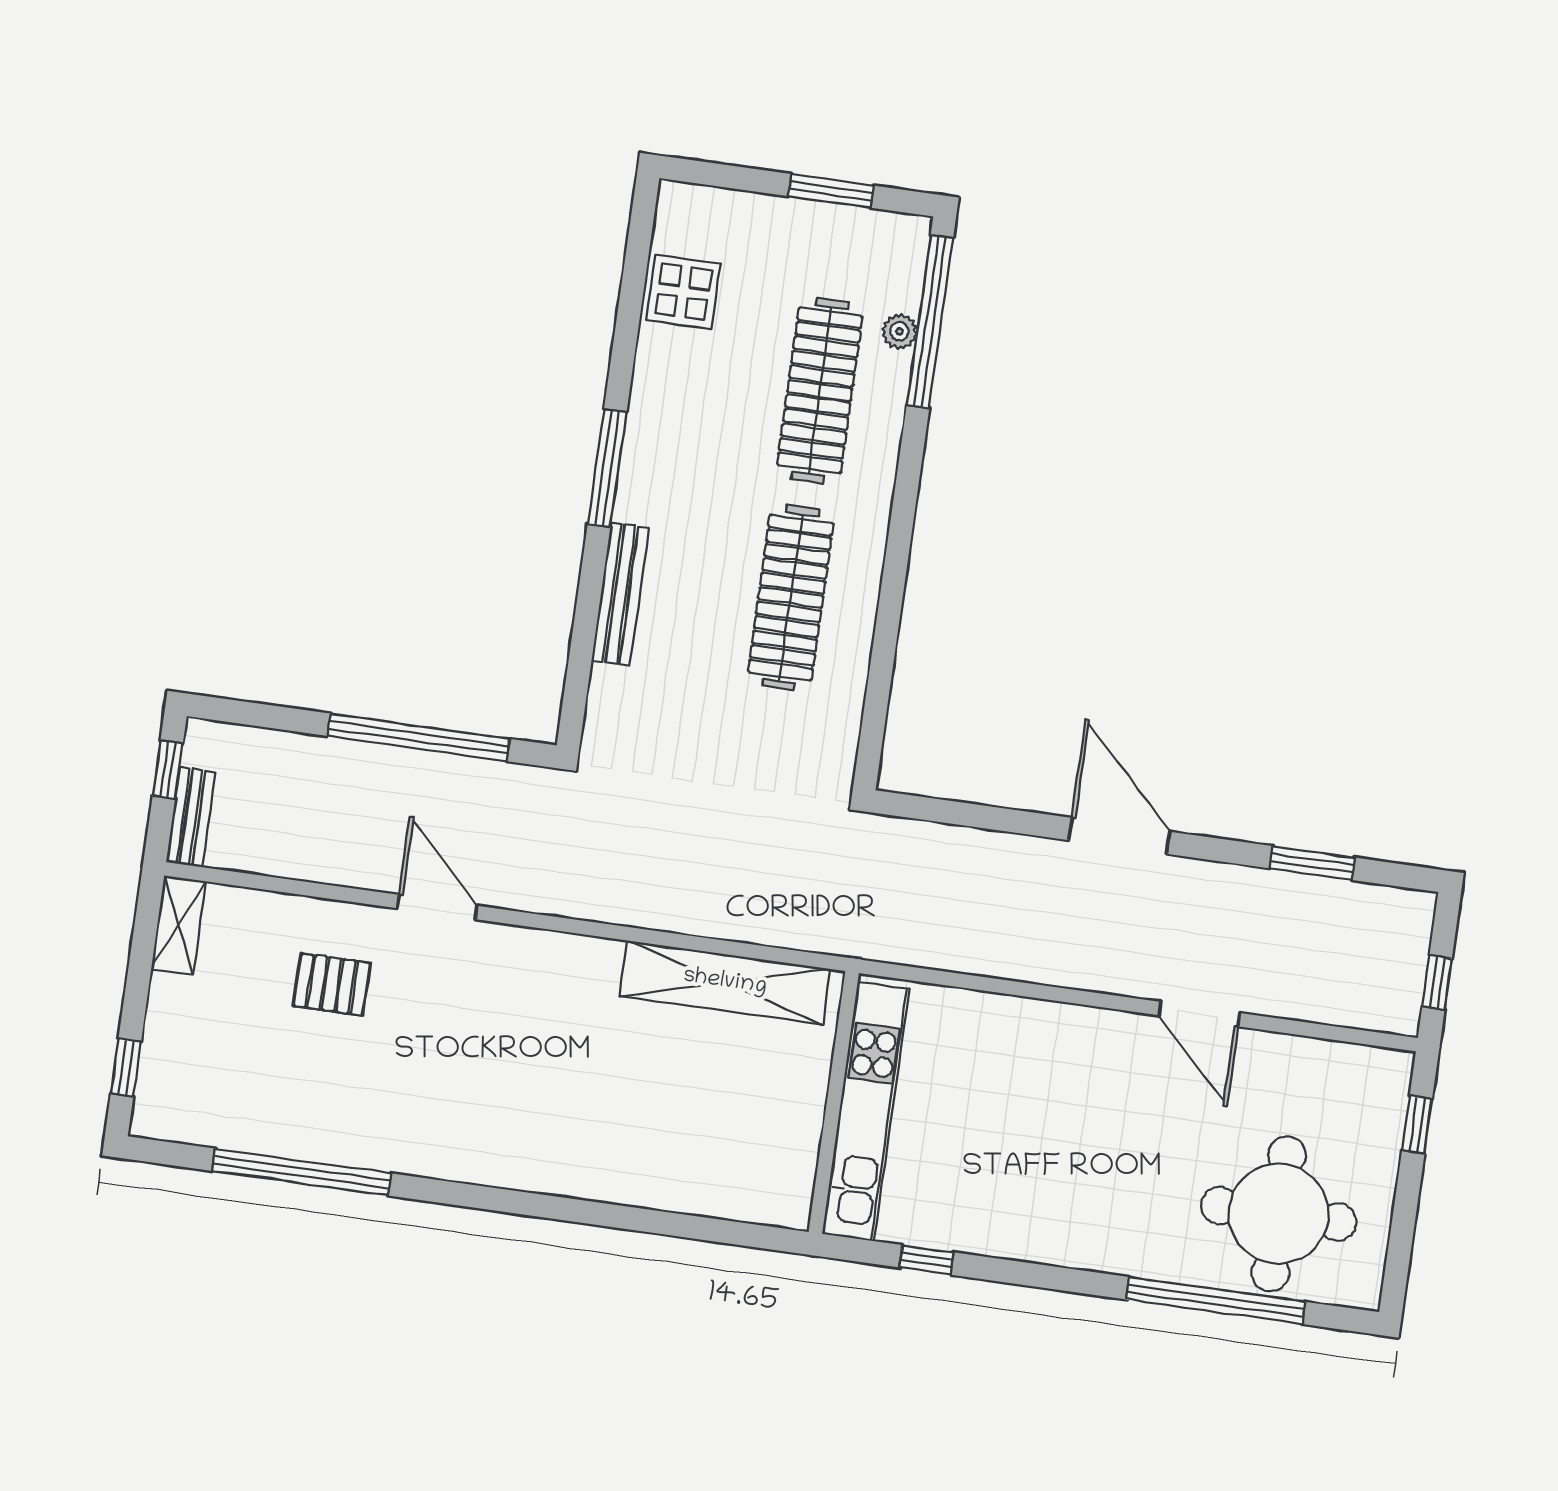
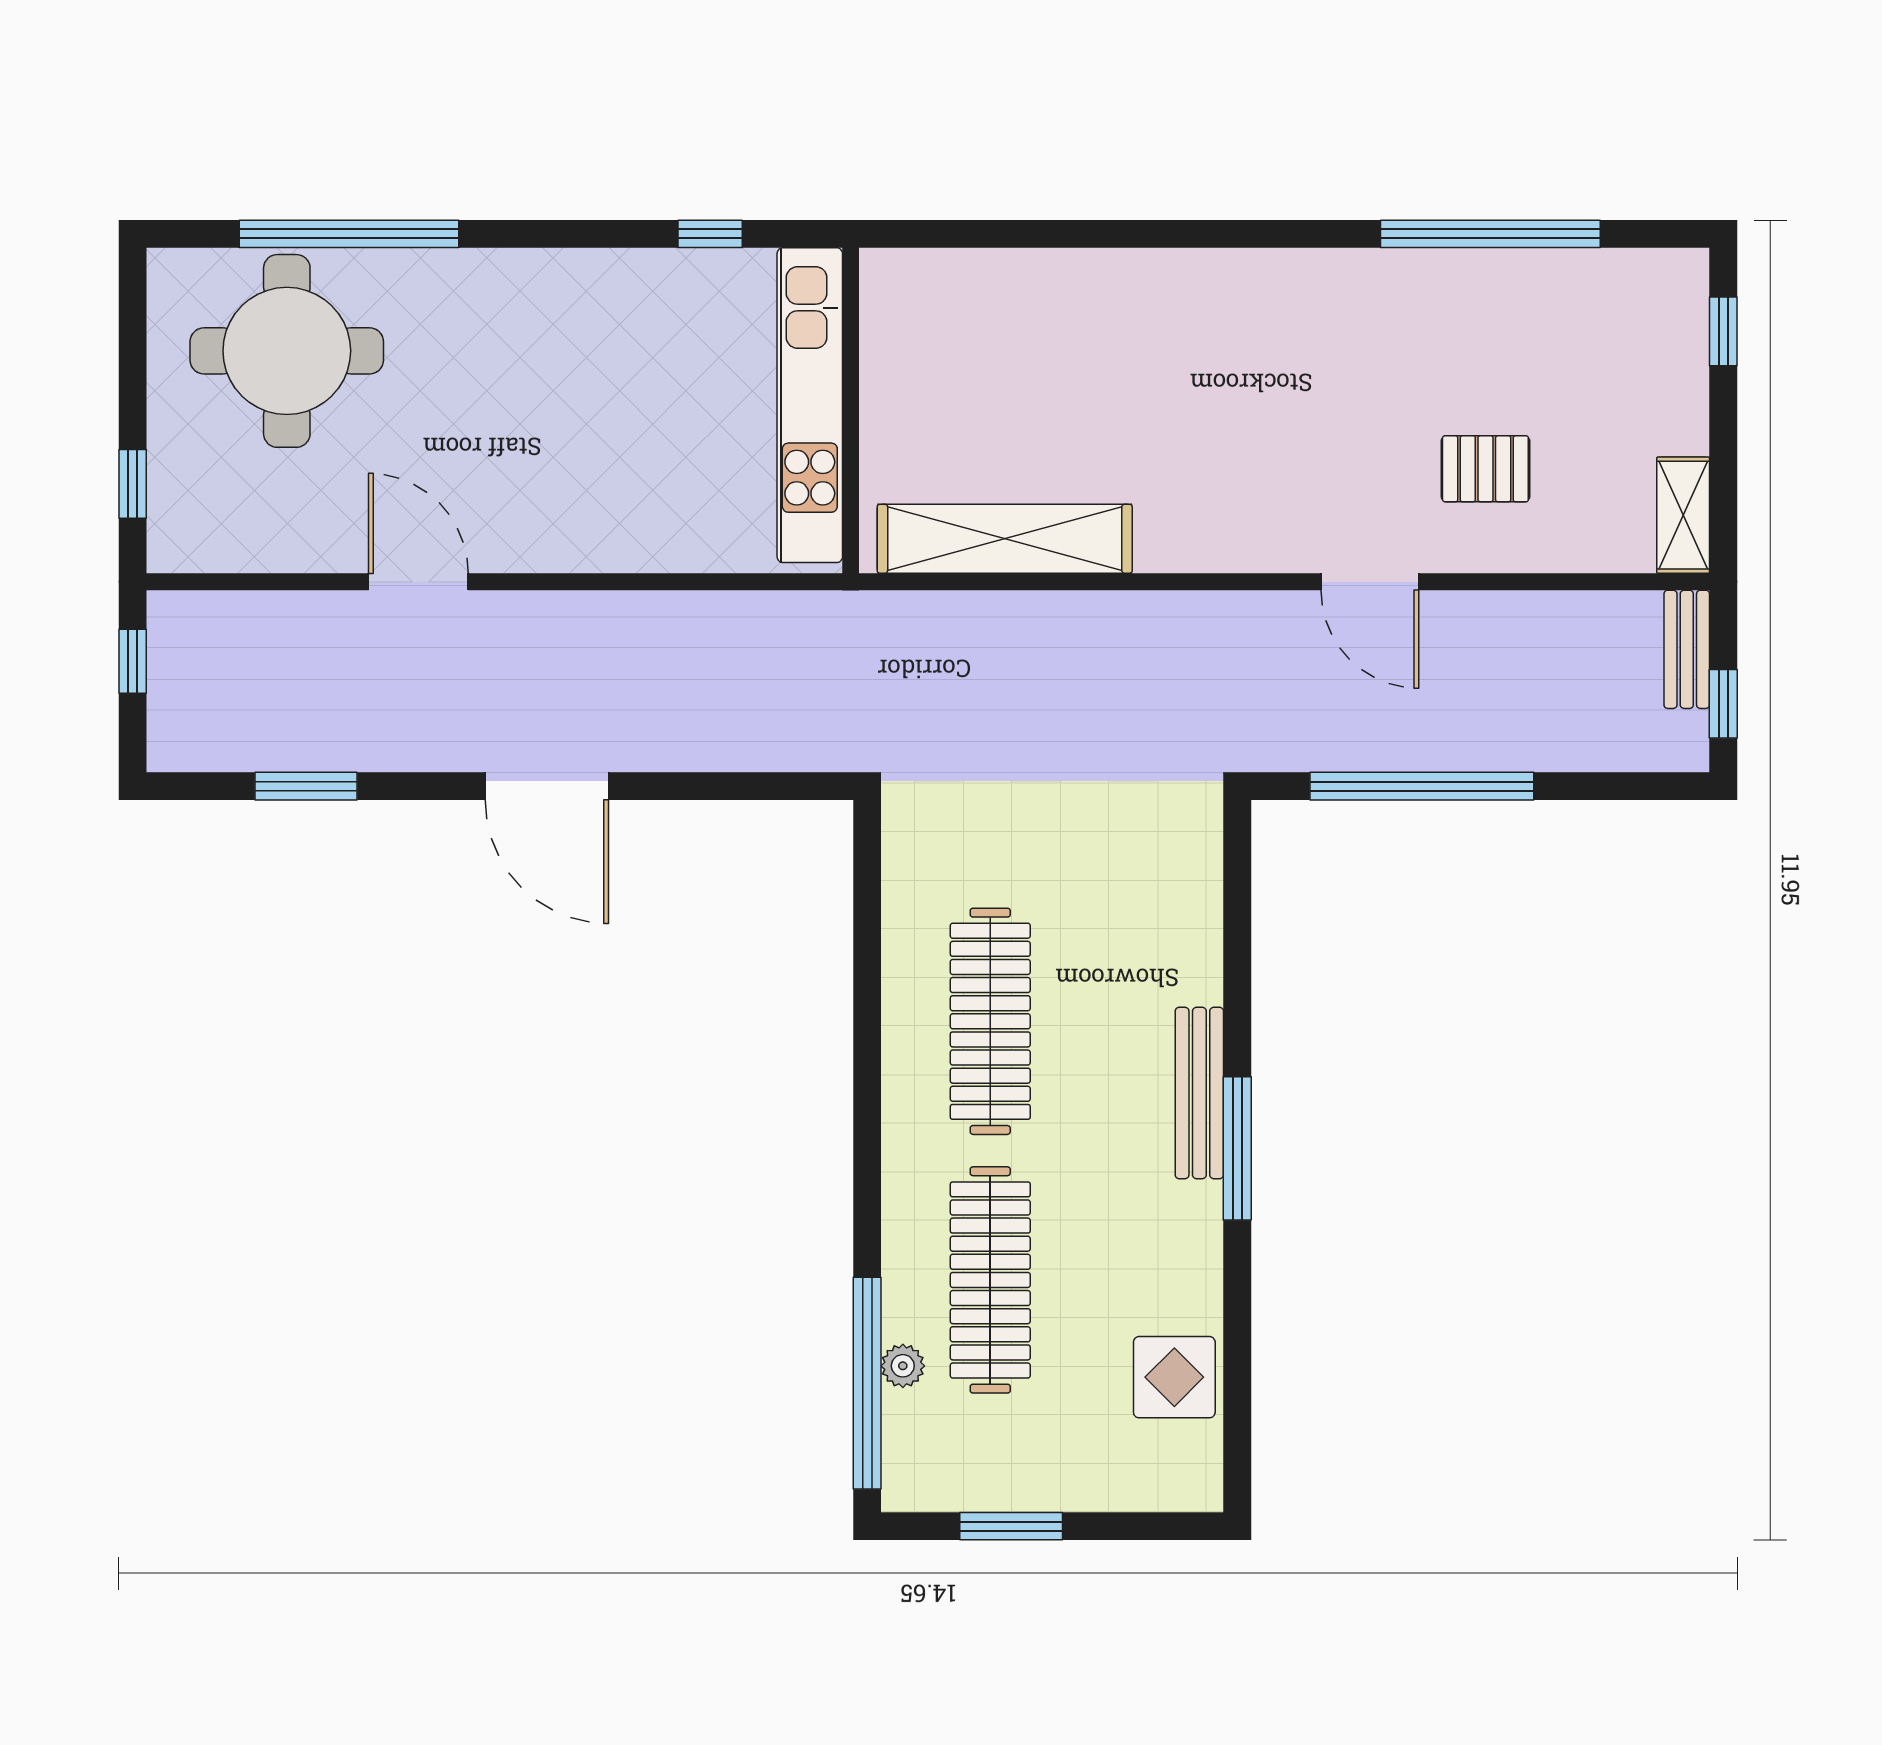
bench: (620, 594) -> (1199, 1093), moved

